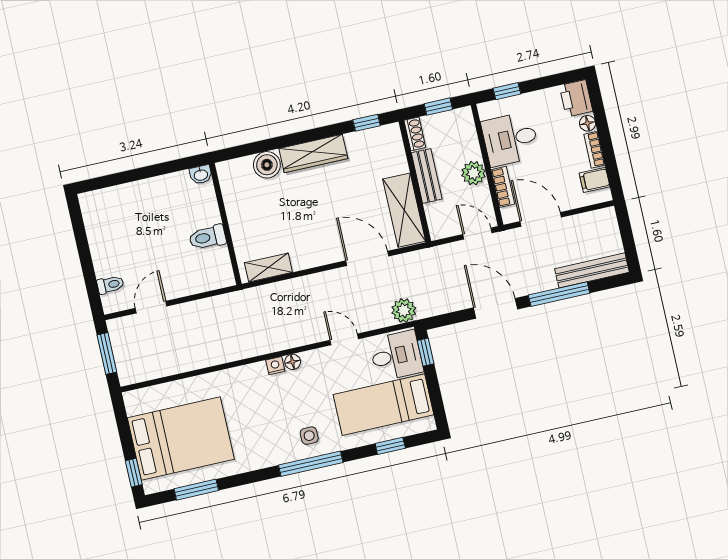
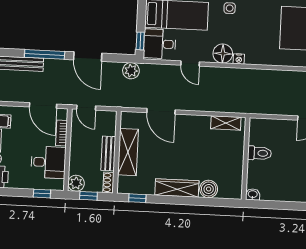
plant: (473, 173) -> (76, 183), moved
shelving: (404, 210) -> (128, 152), moved
plant: (404, 310) -> (131, 71), moved
floor lamp: (293, 362) -> (223, 54), width x1.89, depth x1.89

